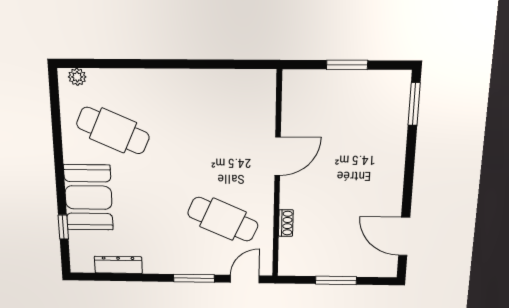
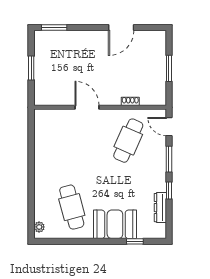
cafe table: (113, 131) -> (72, 207), turned -39
door: (404, 236) -> (121, 28), moved
window: (145, 278) -> (169, 190), added

